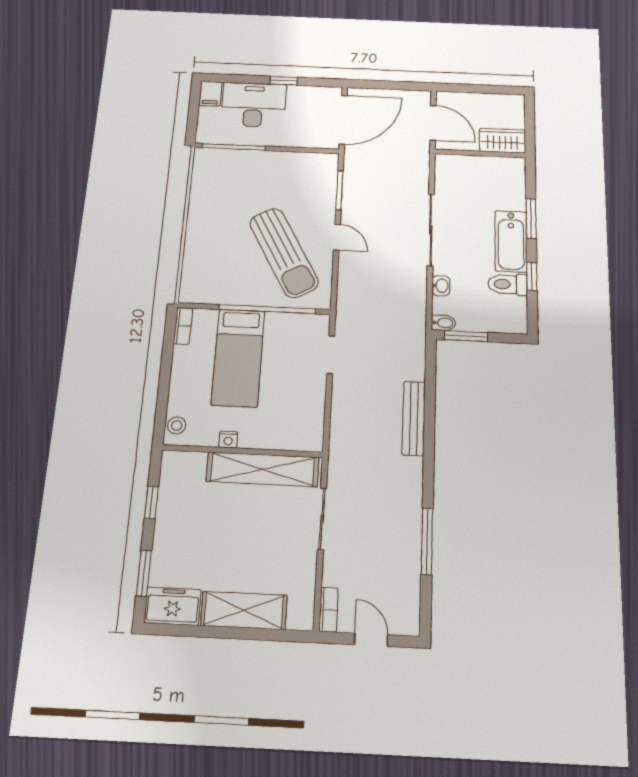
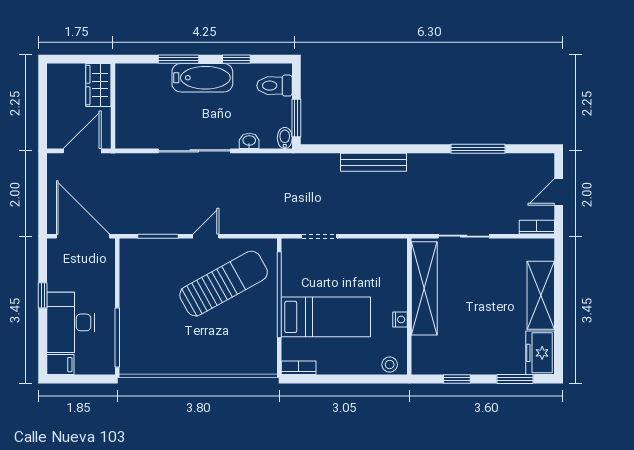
toilet: (508, 284) -> (275, 86), moved, turned 90

